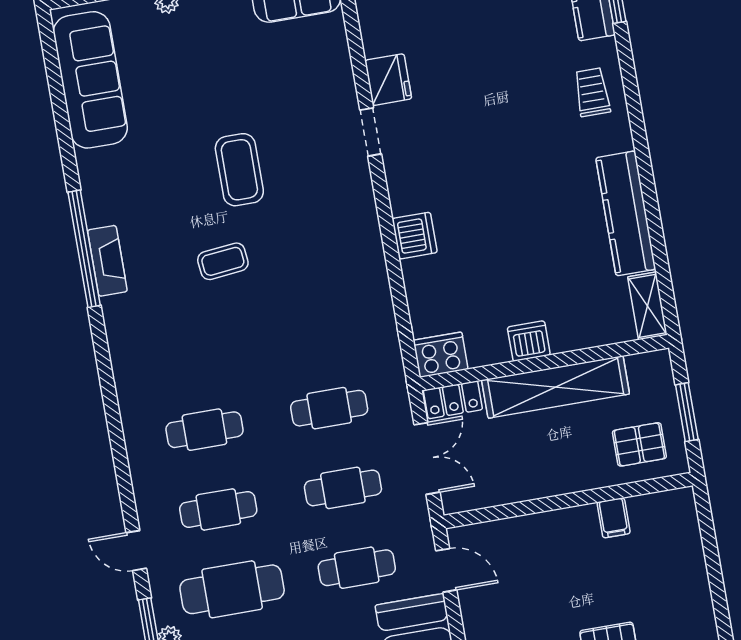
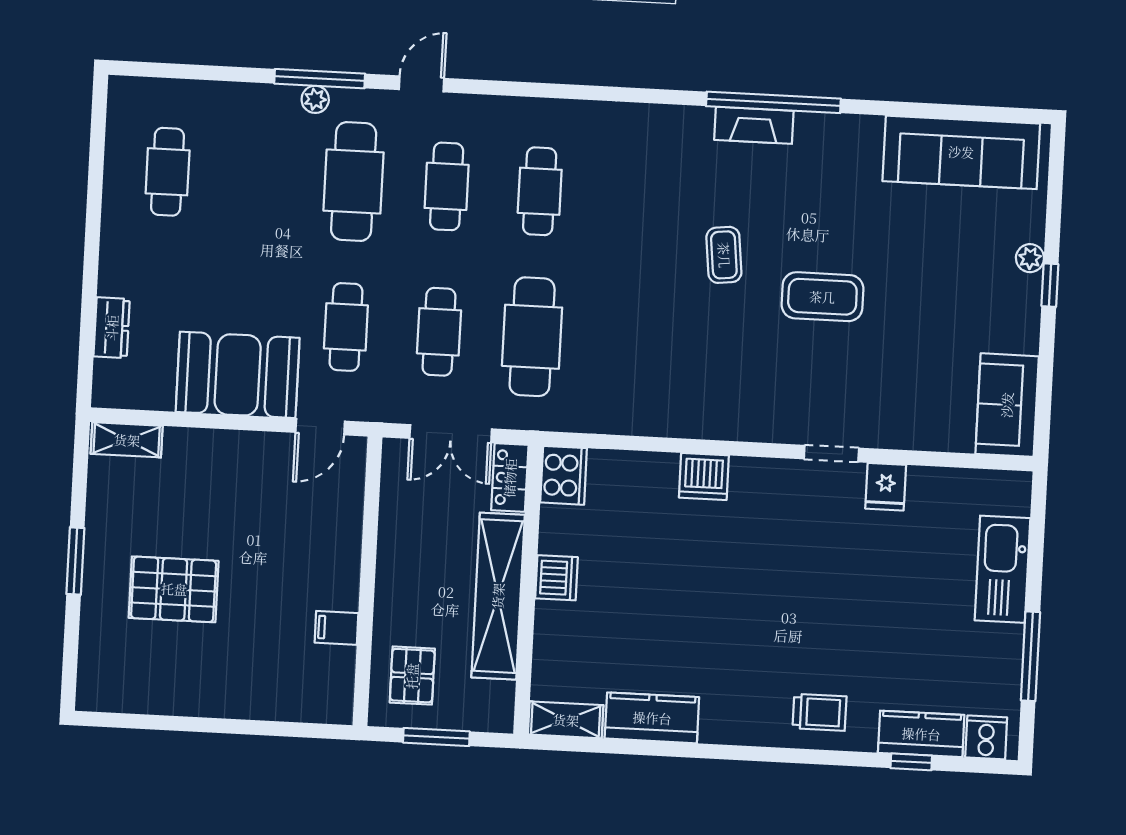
fridge: (388, 80) -> (886, 487), width x0.72
kitchen counter: (626, 213) -> (652, 718), width x0.67
cafe table: (329, 408) -> (532, 337), width x1.37, depth x1.35

